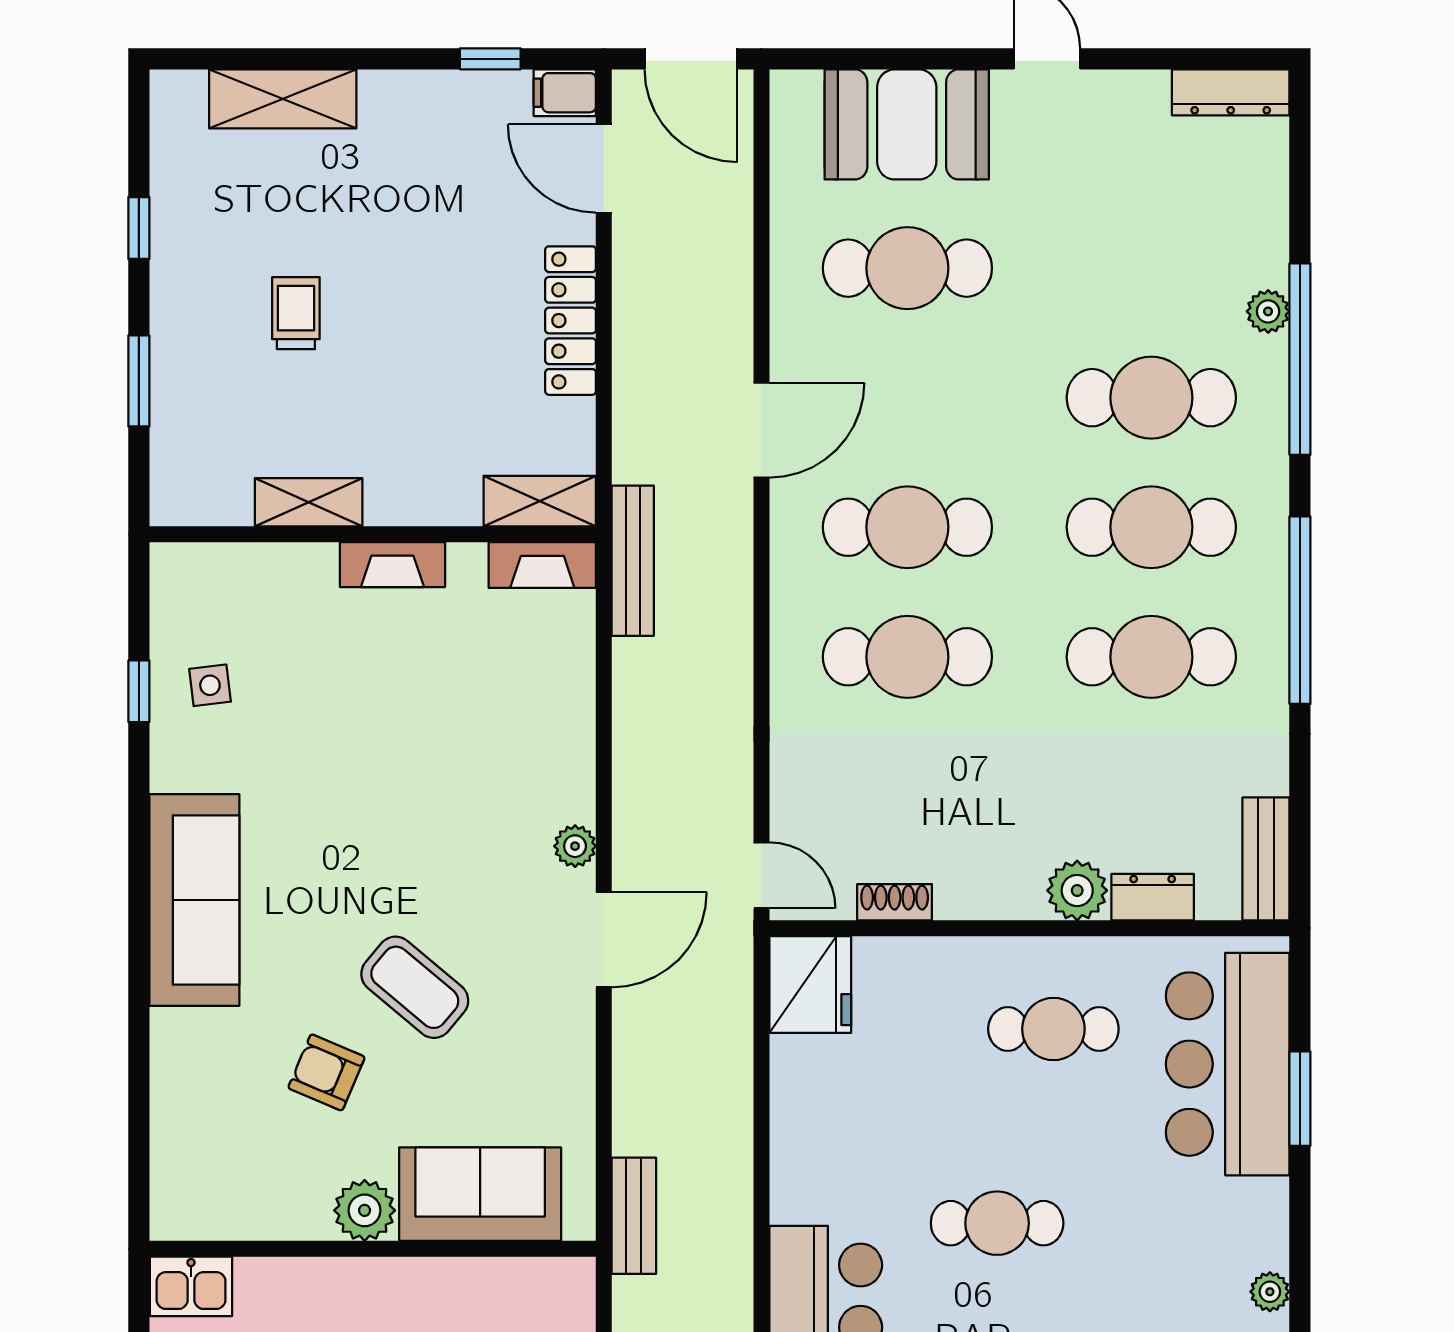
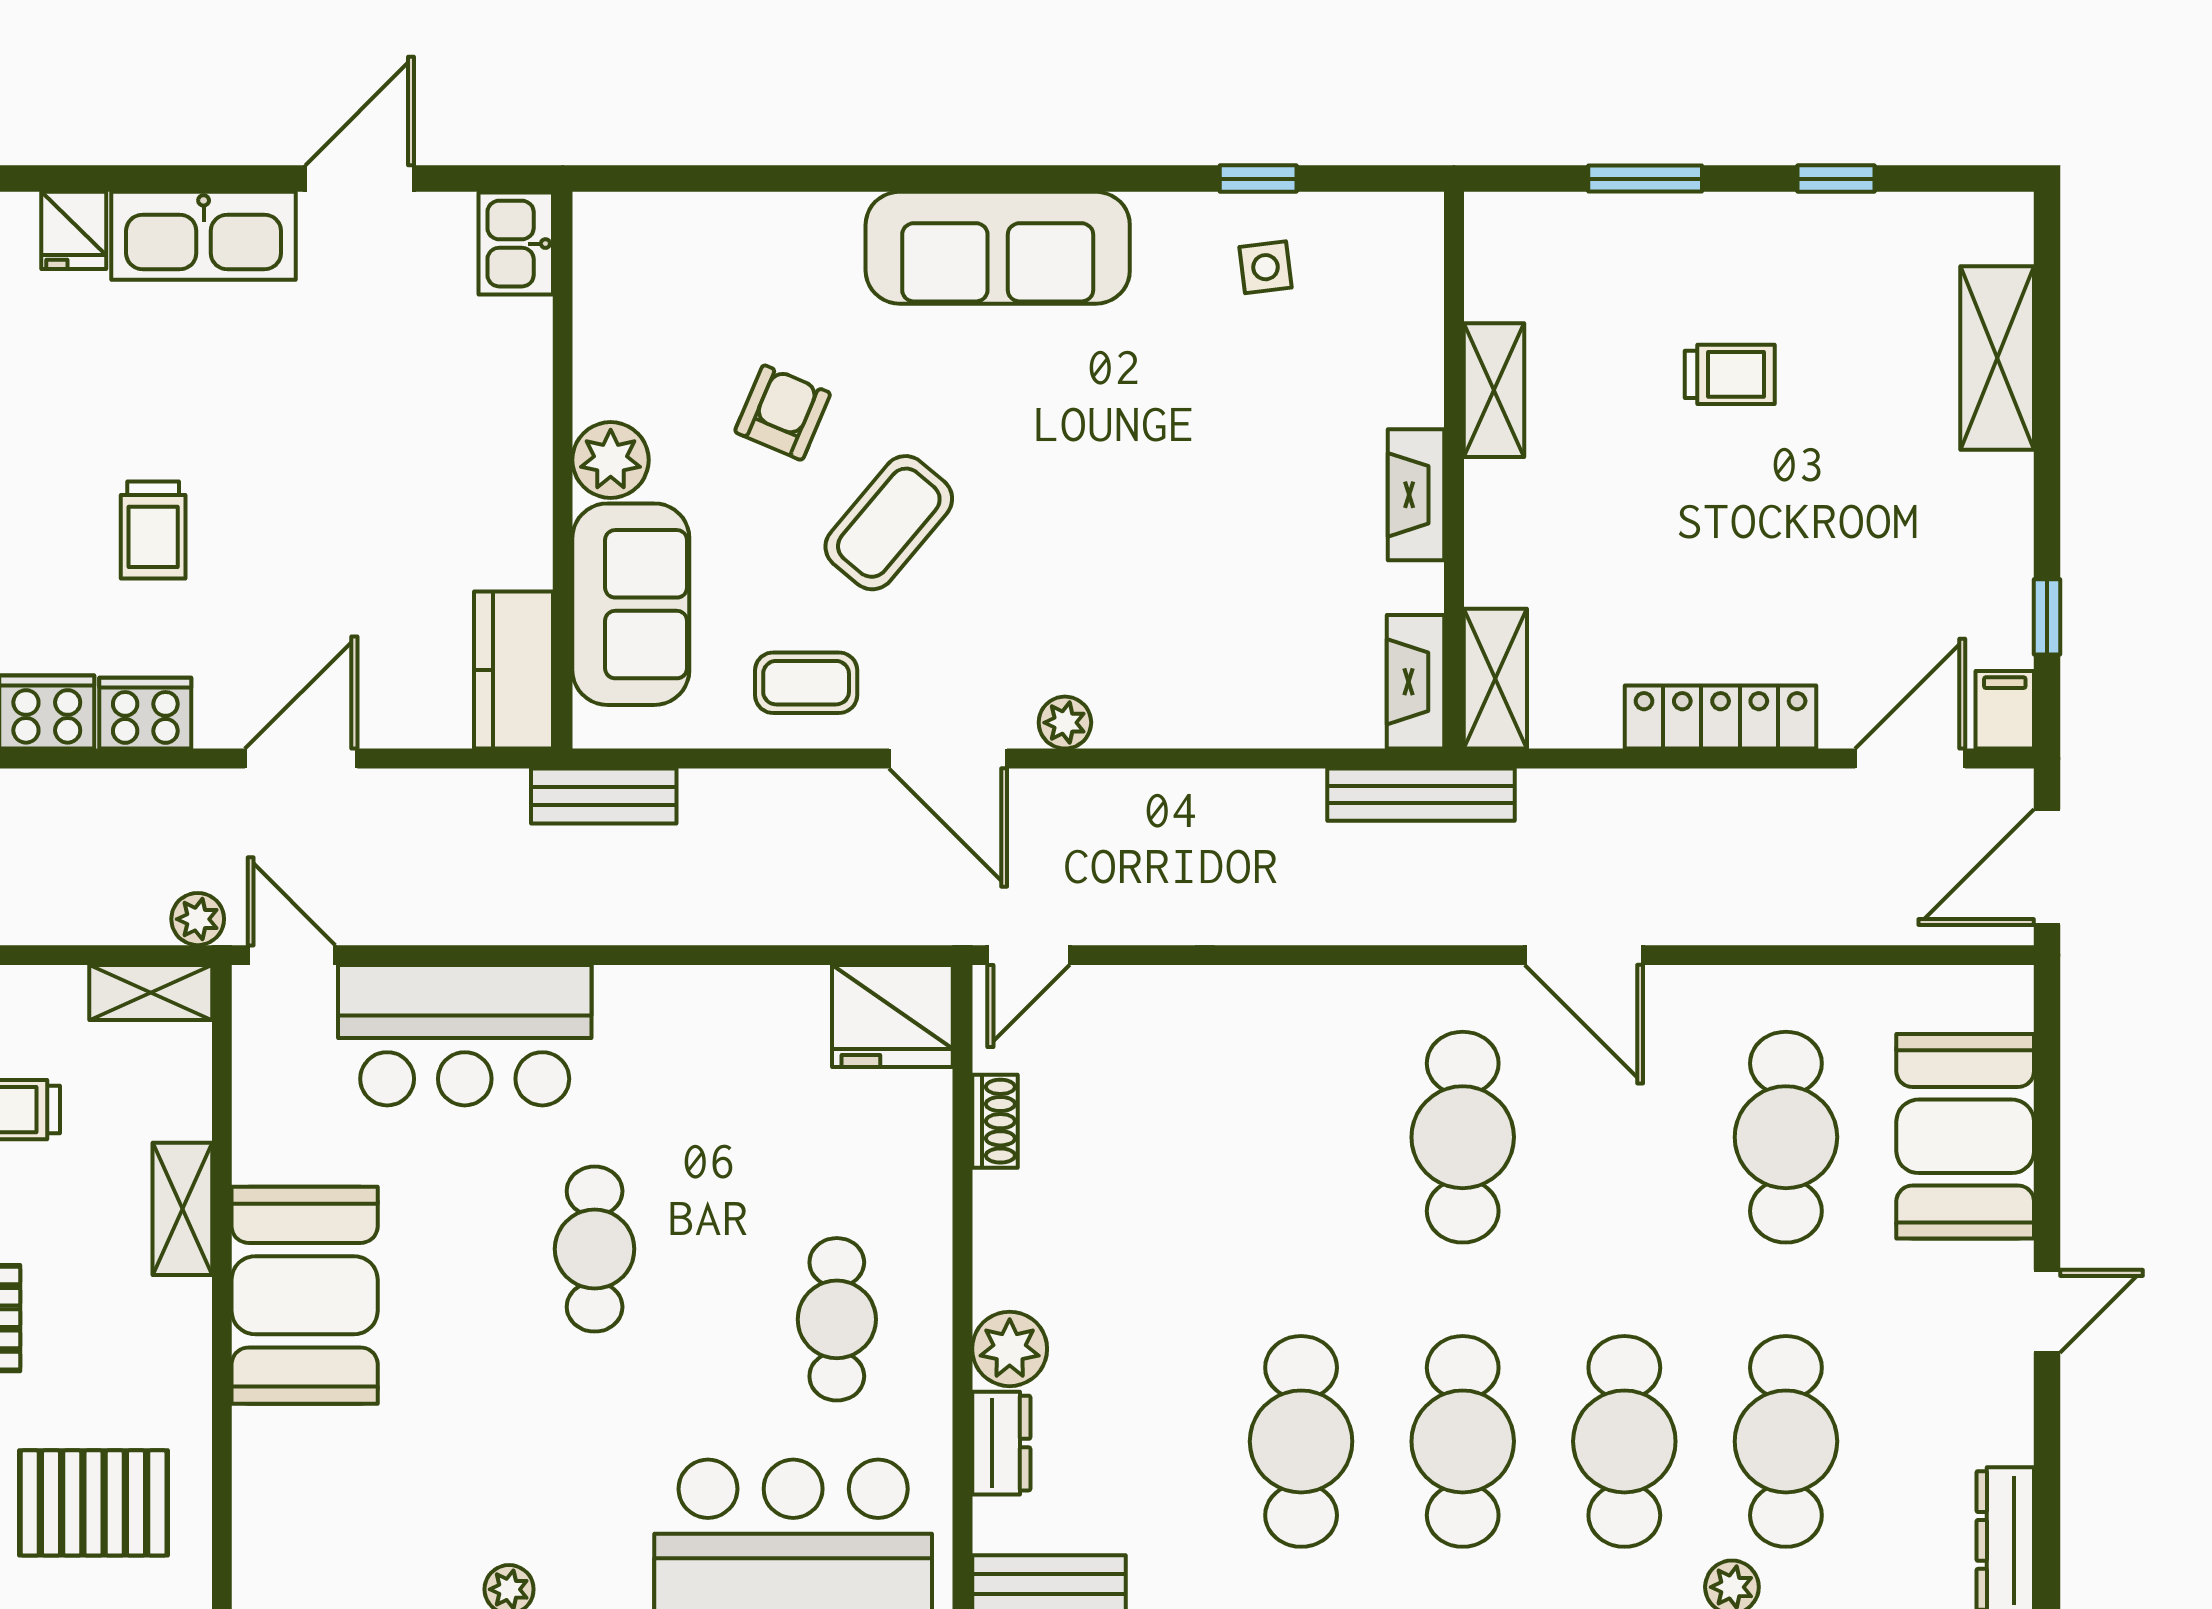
cafe table: (907, 657) -> (1786, 1441), moved
coffee table: (543, 1054) -> (806, 683), added
kitchen counter: (533, 1288) -> (514, 670), added

